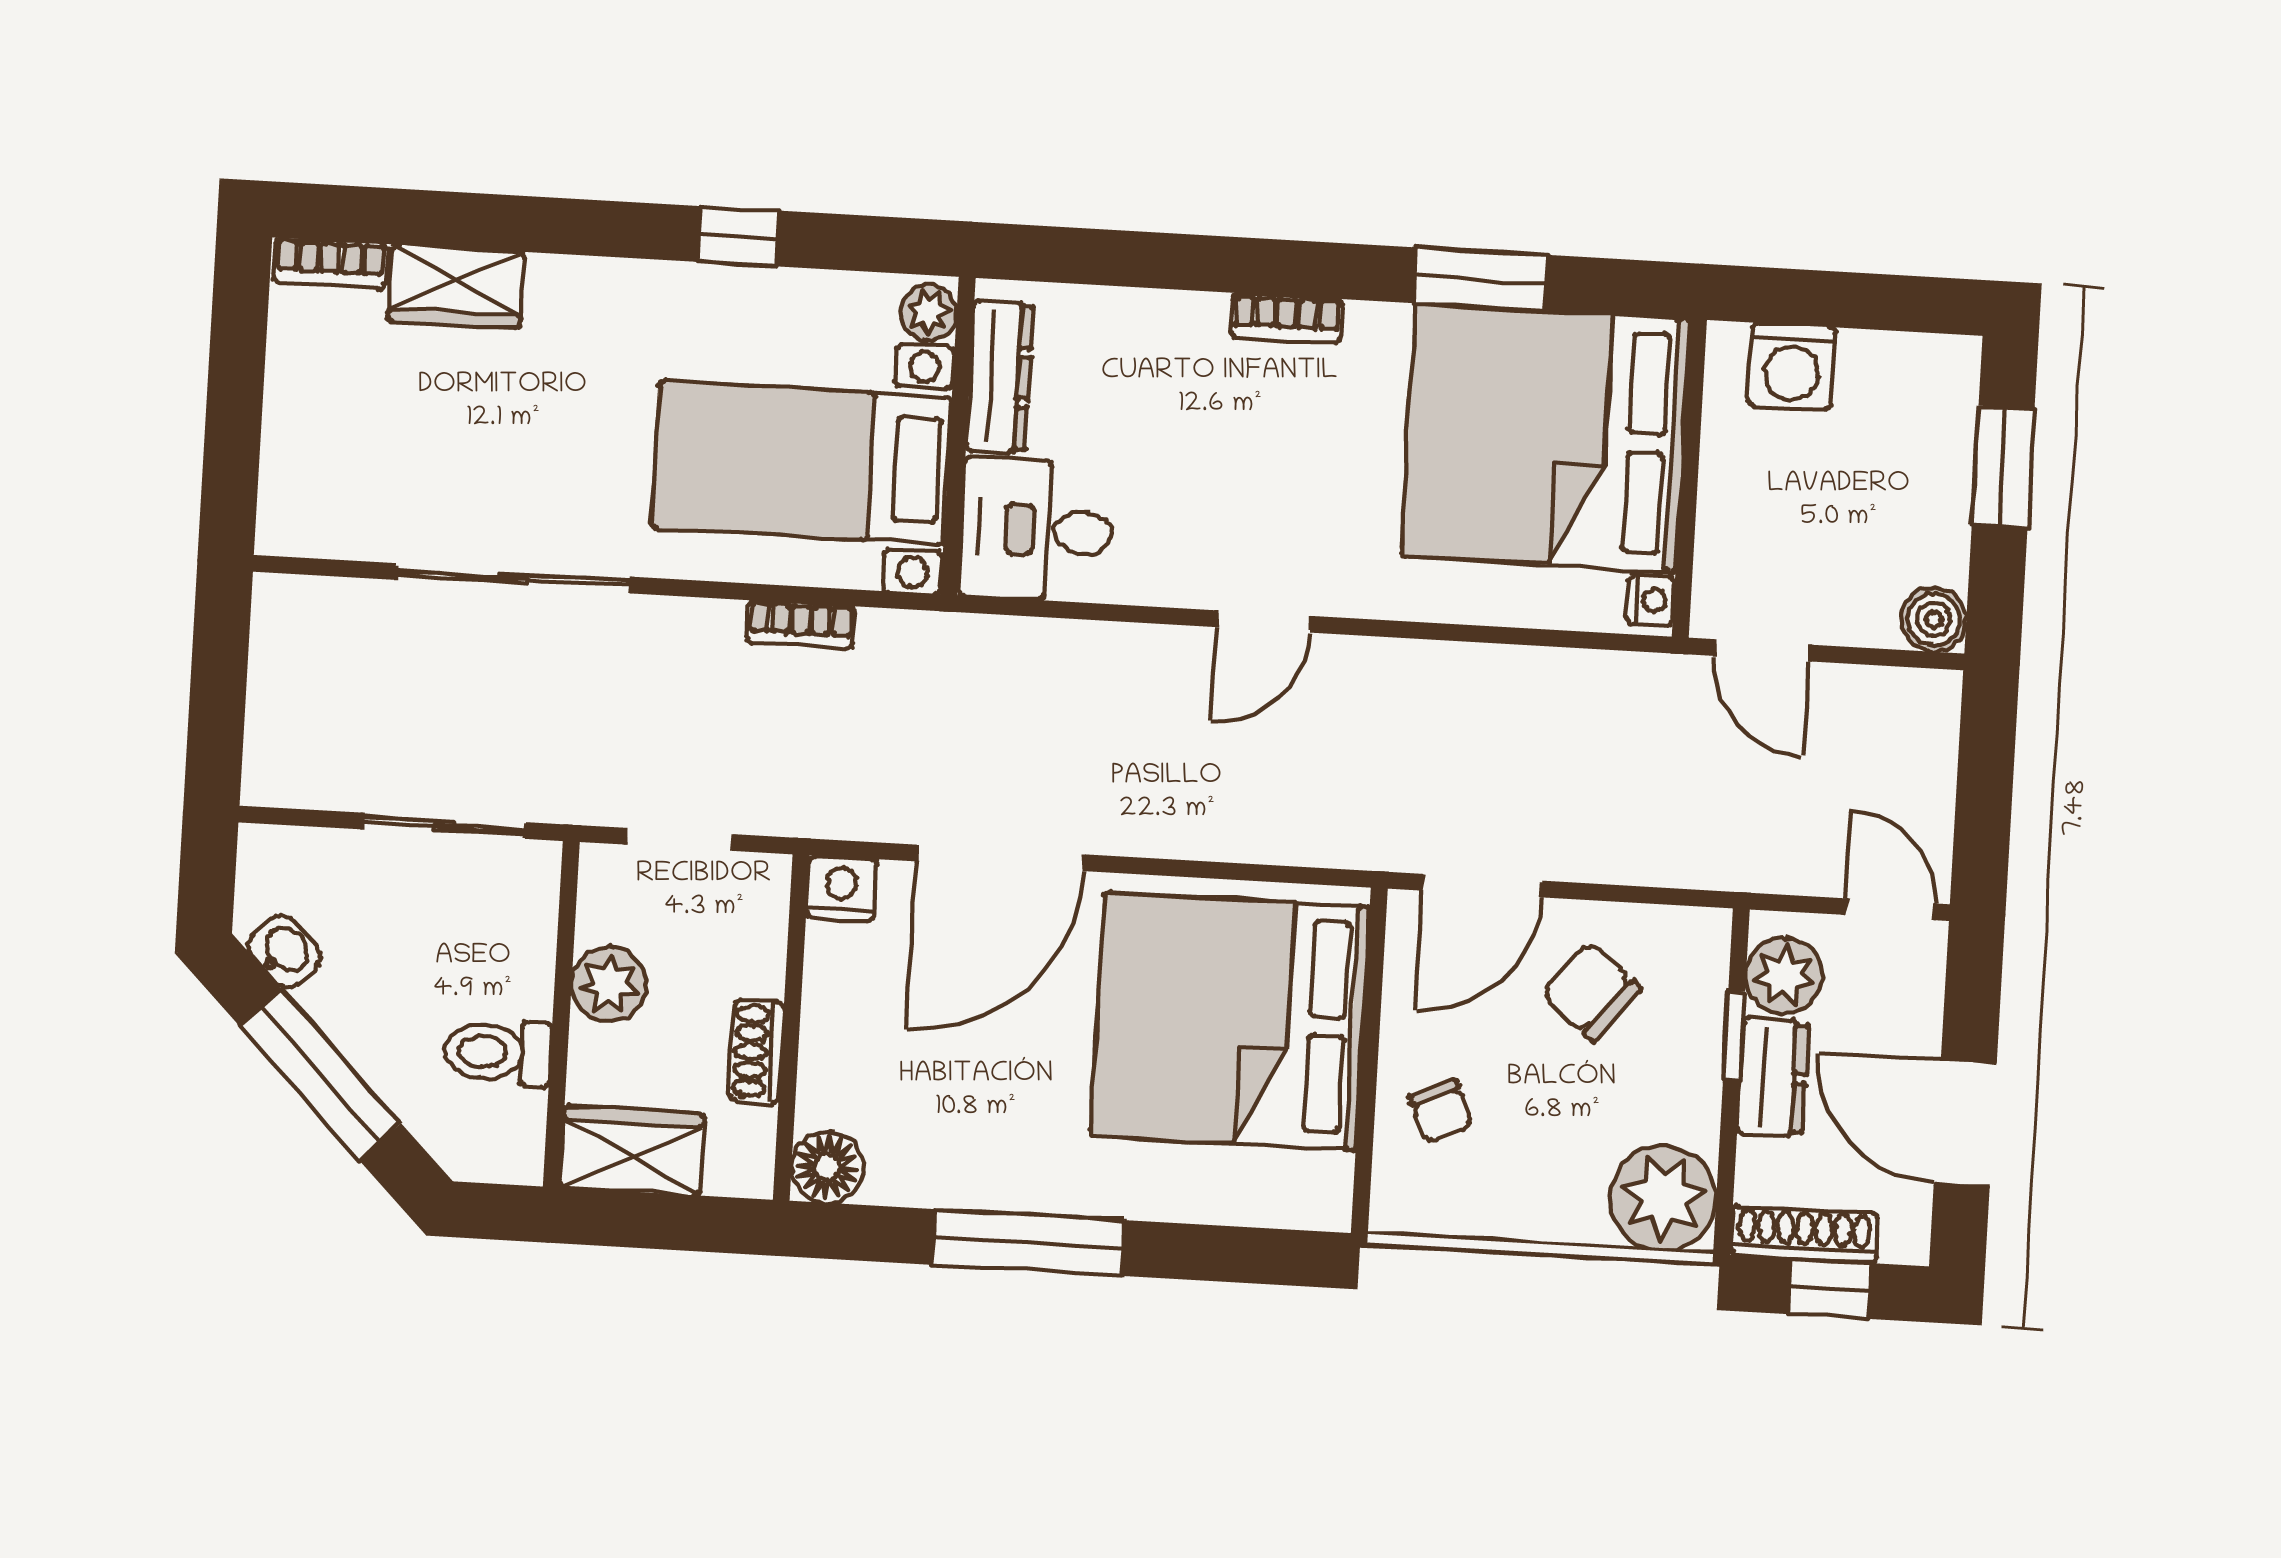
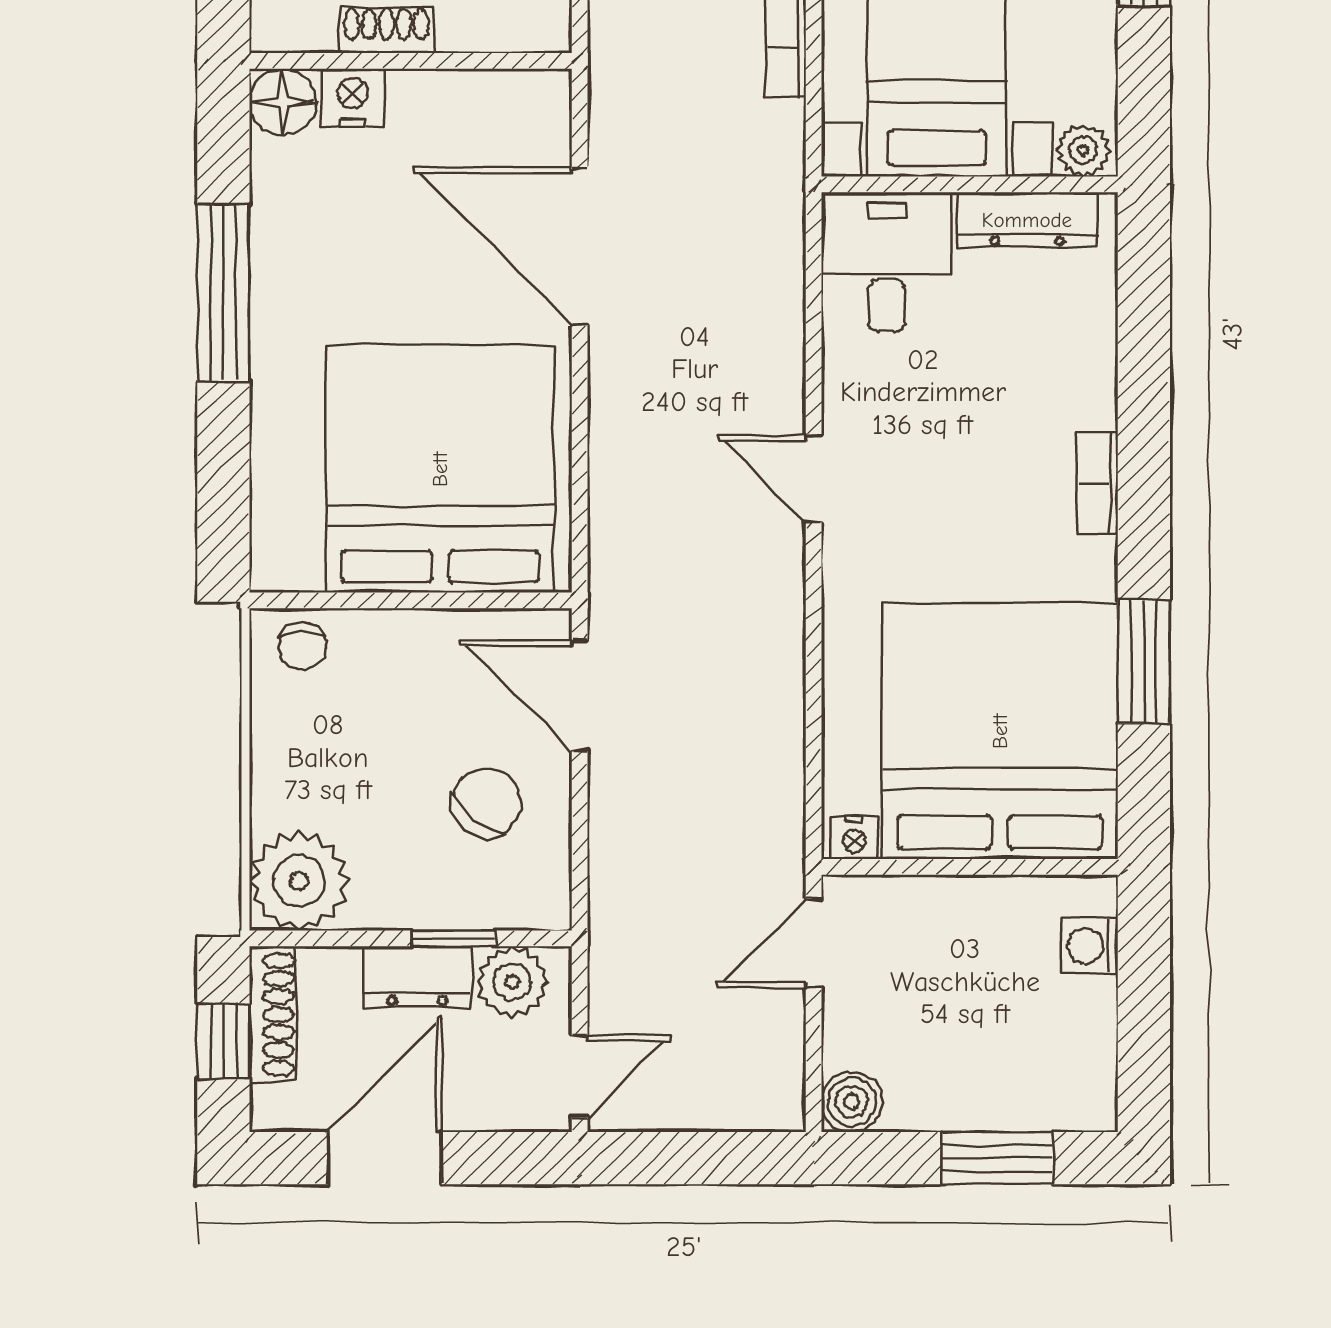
washing machine: (1792, 367) -> (1090, 945), width x0.73, depth x0.73
nightstand: (842, 888) -> (353, 98), moved, turned -90
chair: (1441, 1111) -> (302, 646), moved, turned -66

